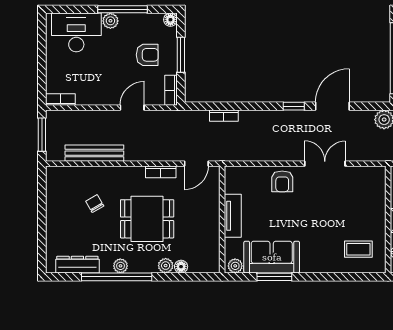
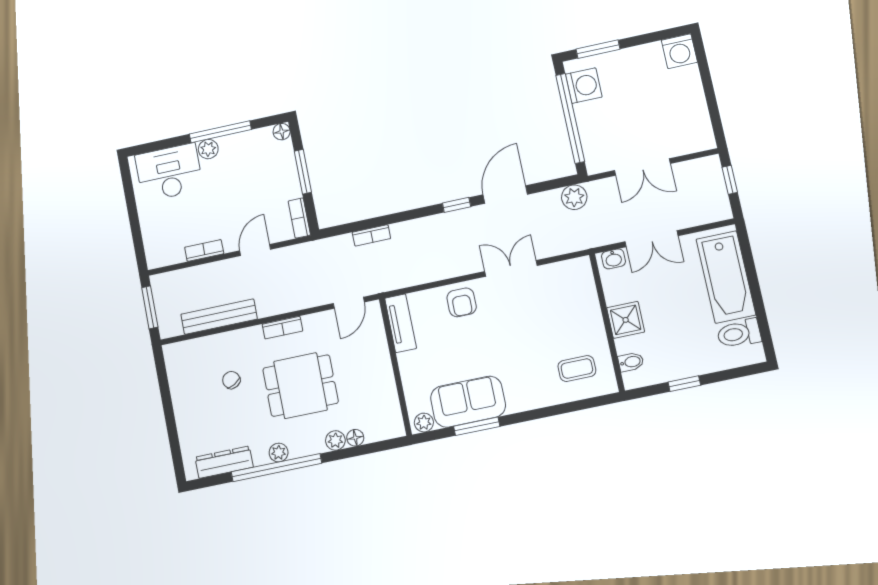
armchair: (147, 55) -> (261, 181), removed
bookcase: (60, 100) -> (204, 250), moved
bookcase: (161, 172) -> (282, 328), moved
tv unit: (233, 216) -> (401, 323), moved

